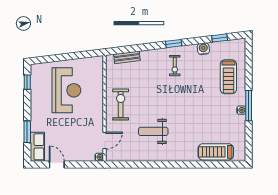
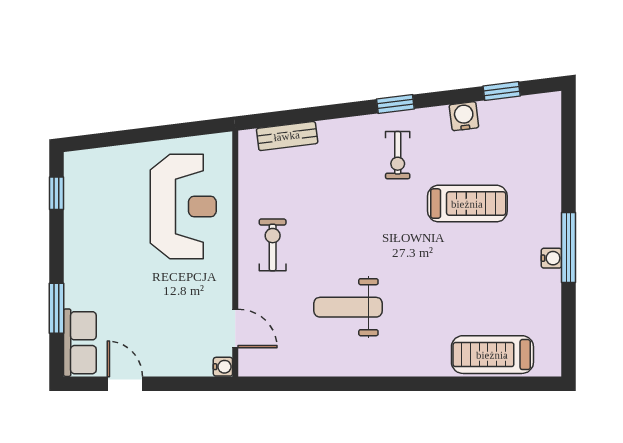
treadmill: (228, 77) -> (467, 204), moved, turned -90
reception desk: (66, 90) -> (183, 206), moved
exercise bike: (121, 104) -> (273, 245), width x0.73, depth x0.72
door: (105, 141) -> (235, 328), hinge flipped

